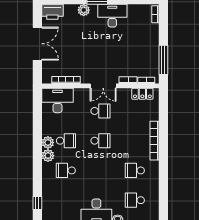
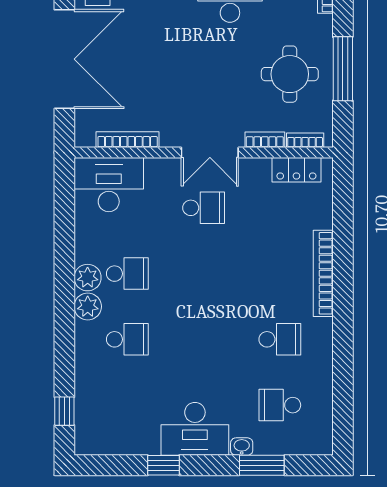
double door: (37, 44) -> (64, 59), width x1.36
round table: (139, 50) -> (290, 74), added
window: (163, 60) -> (343, 69), moved
school desk: (100, 141) -> (204, 274), removed
school desk: (66, 170) -> (127, 339), turned 180
school desk: (135, 170) -> (280, 339), turned 180

